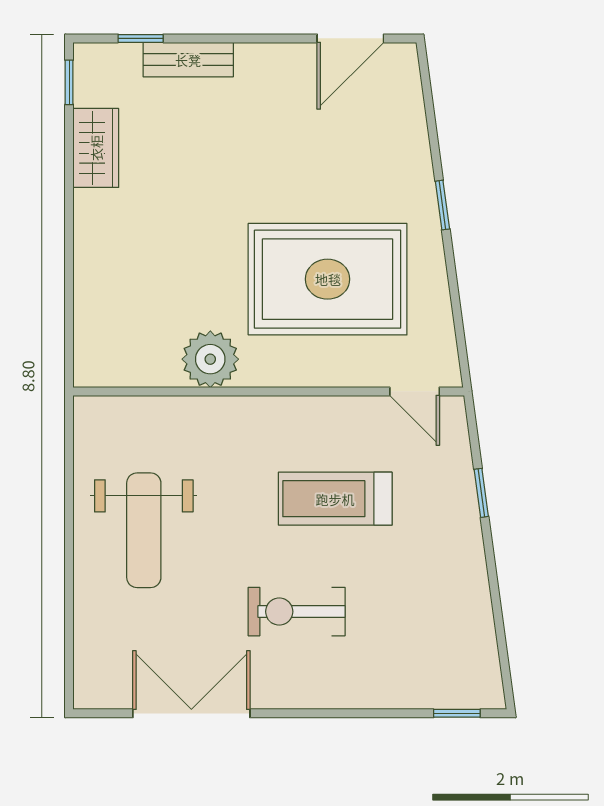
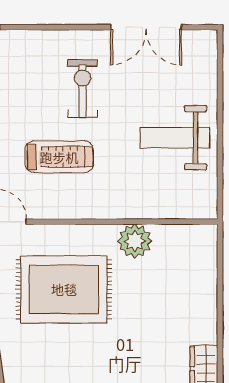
weight bench: (144, 530) -> (175, 138), turned -90
exercise bike: (297, 612) -> (83, 89), turned -90

